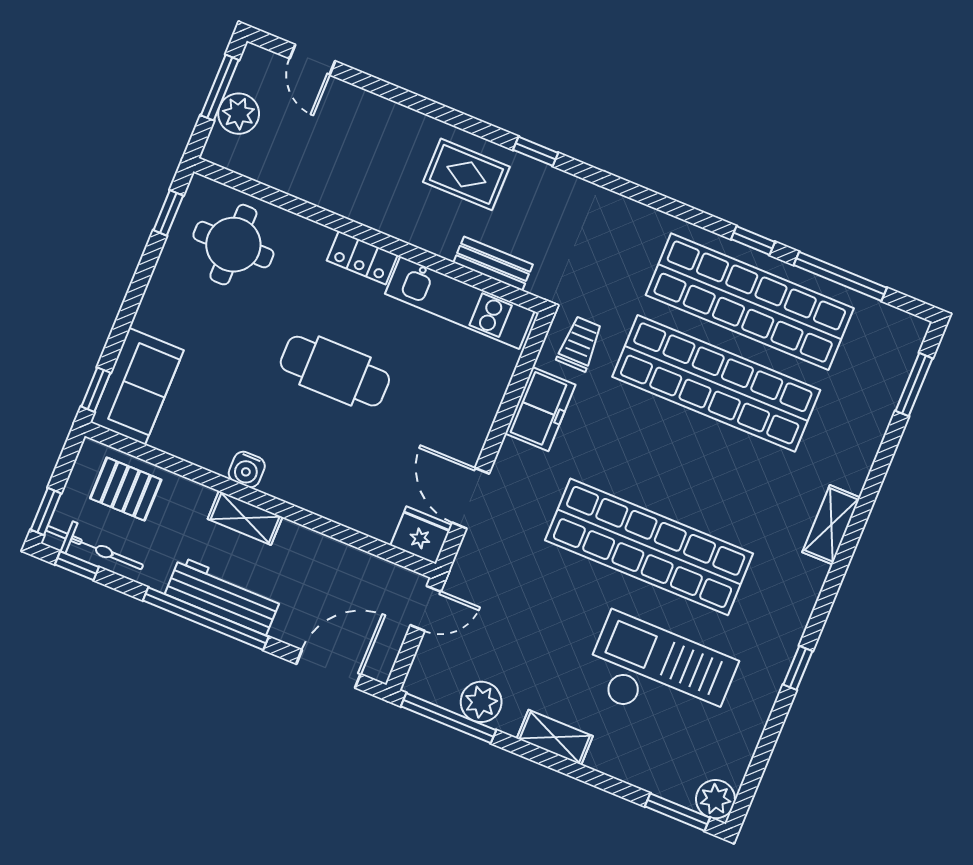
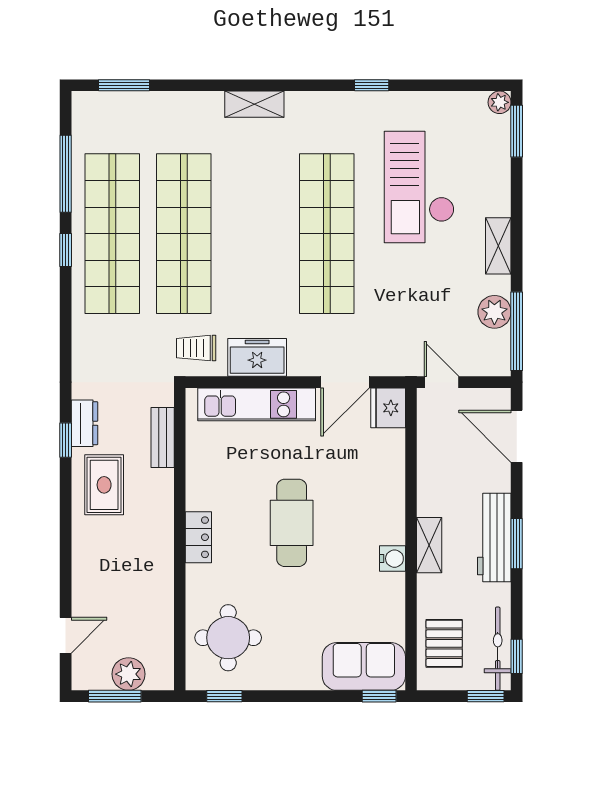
dresser: (546, 181) -> (84, 423), added
kitchen unit: (460, 303) -> (257, 404), moved, turned 90
window: (206, 619) -> (517, 544), width x0.47
plant: (715, 799) -> (500, 102), width x0.73, depth x0.73

